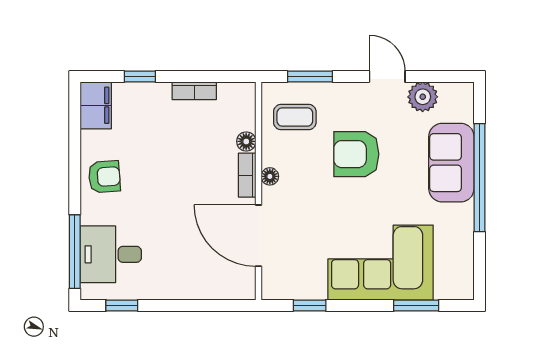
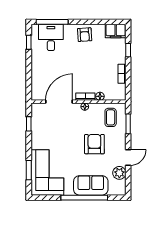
corner sofa: (381, 263) -> (47, 172), moved

